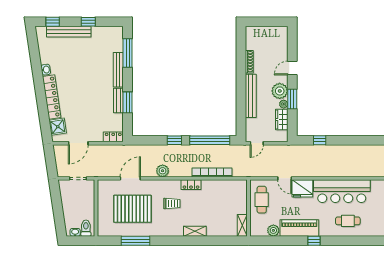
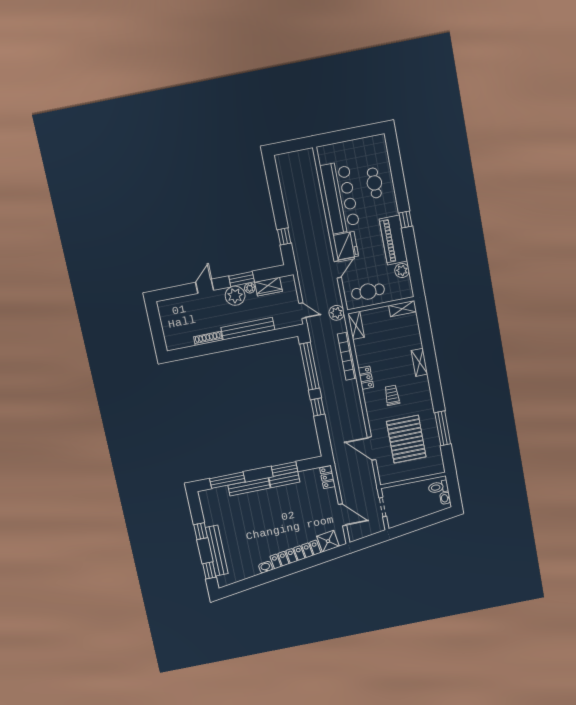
door: (292, 68) -> (205, 286), swing flipped
plant: (163, 171) -> (337, 313), moved
shelving: (236, 185) -> (356, 325), added

